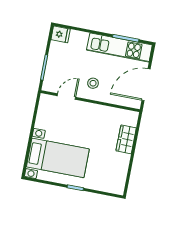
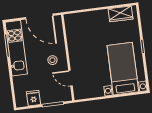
fridge: (61, 34) -> (33, 98), moved
wardrobe: (126, 139) -> (121, 14), moved

